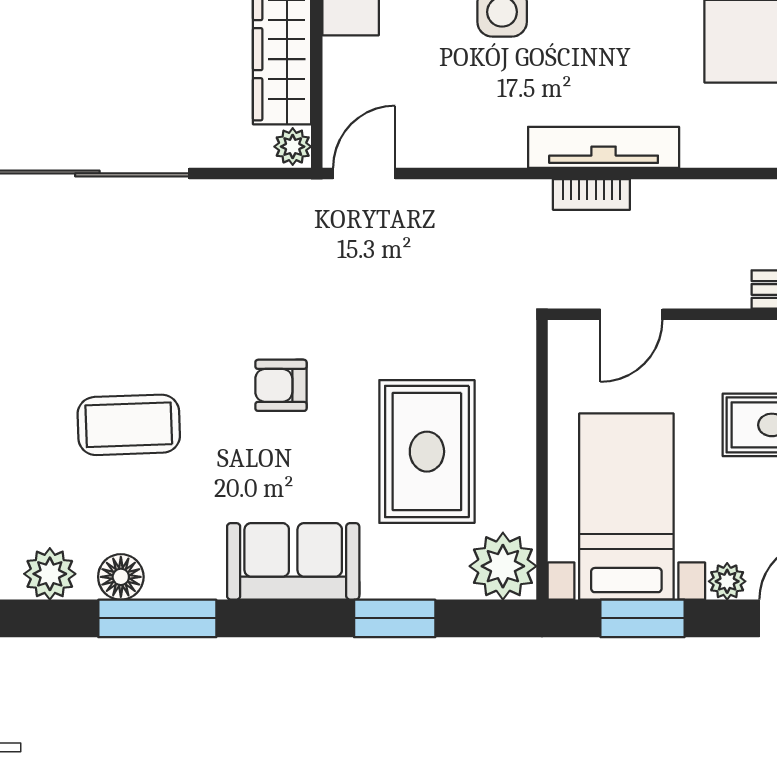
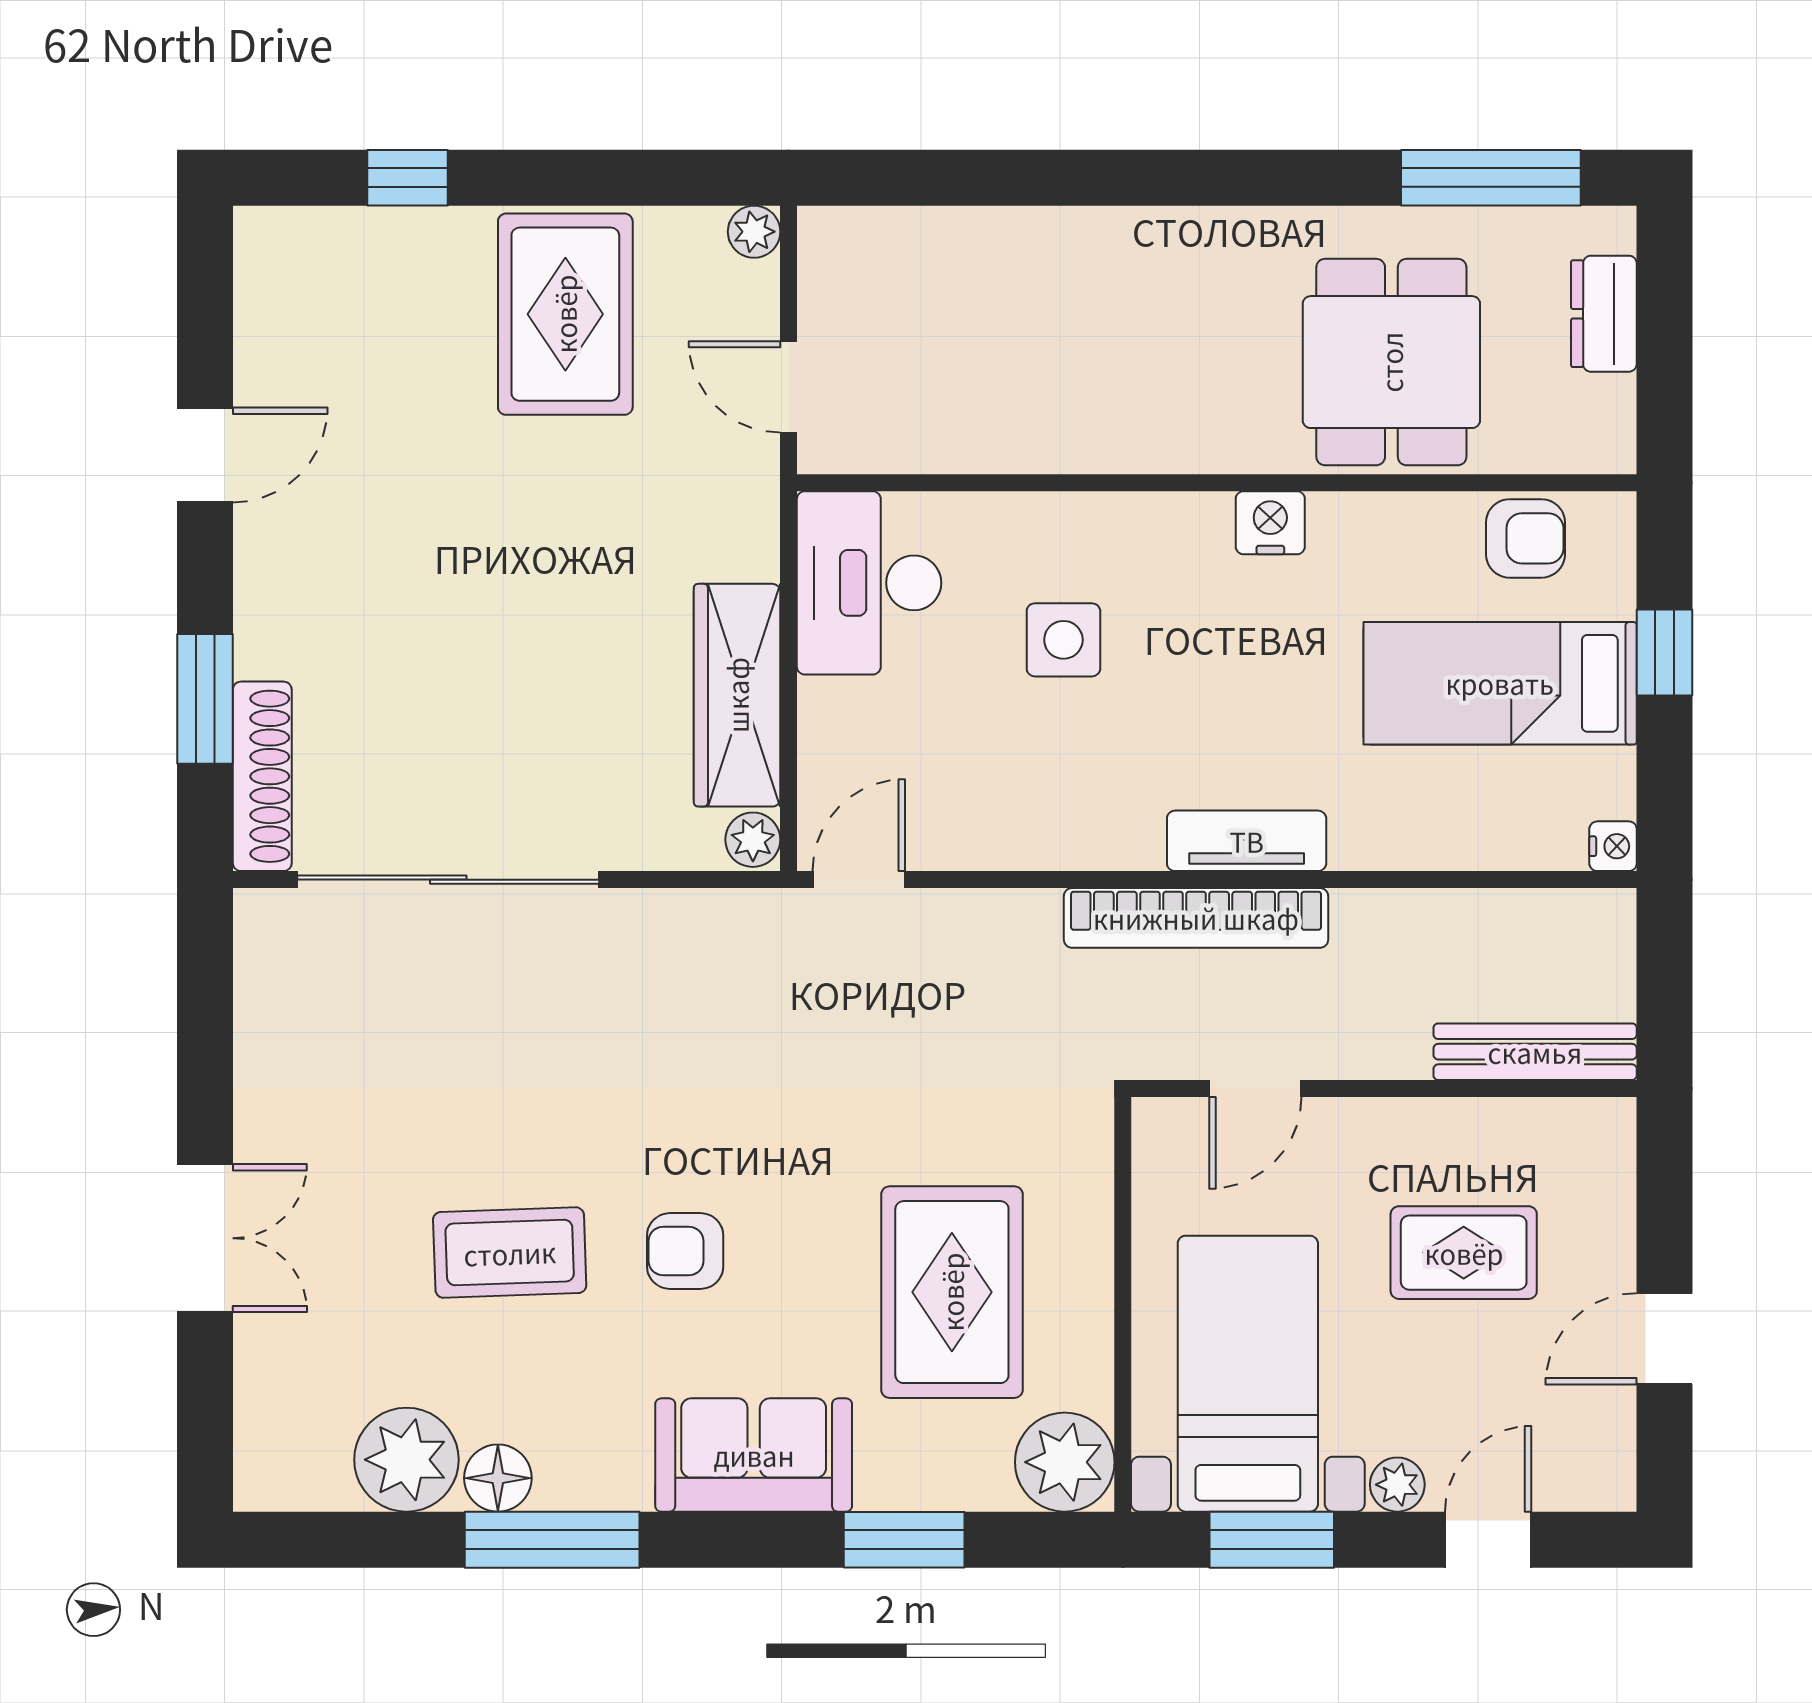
tv unit: (604, 147) -> (1247, 841), width x0.71
bookcase: (591, 194) -> (1196, 918), width x2.31, depth x1.31
armchair: (281, 385) -> (685, 1251), moved
plant: (50, 574) -> (406, 1460), width x1.36, depth x1.36

